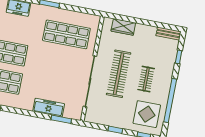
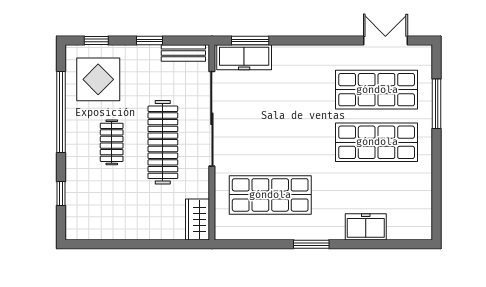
wardrobe: (123, 27) -> (198, 219), moved, turned -90
bench: (169, 34) -> (183, 53), moved
freezer: (49, 108) -> (244, 57), moved

